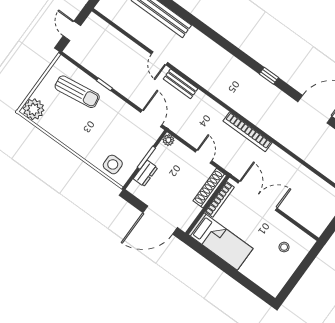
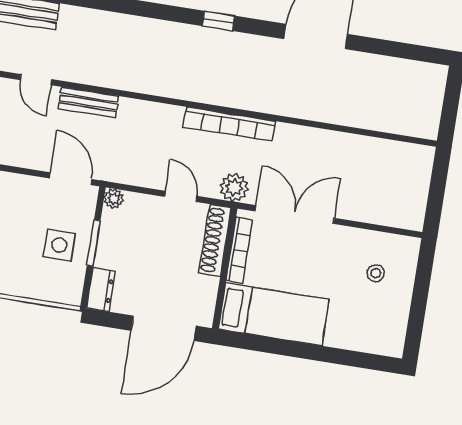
side table: (113, 164) -> (59, 245), moved
plant: (233, 166) -> (234, 187), added
dresser: (145, 173) -> (101, 290), moved

